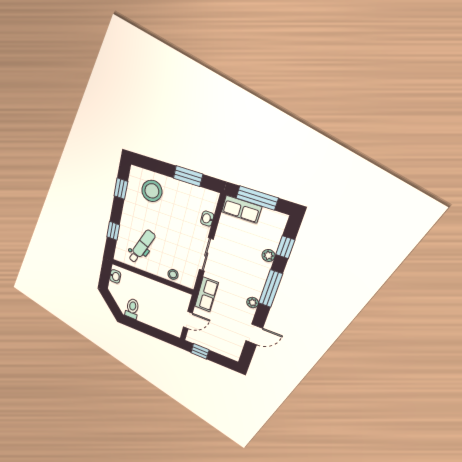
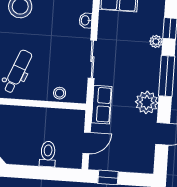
plant: (253, 303) -> (147, 102), width x1.88, depth x1.88
toilet: (132, 309) -> (48, 154), moved

